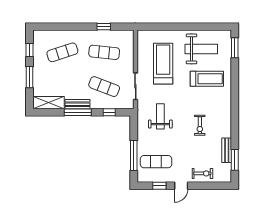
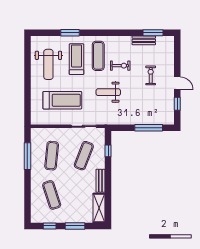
window: (104, 27) -> (27, 156), width x2.17
window: (235, 48) -> (70, 33), moved
weight bench: (201, 49) -> (48, 64), turned 180
treadmill: (163, 64) -> (62, 100), turned 180
window: (78, 112) -> (108, 181), removed
weight bench: (160, 116) -> (108, 92), moved
exercise mat: (156, 162) -> (98, 56), moved
exercise bike: (202, 173) -> (151, 75), moved

